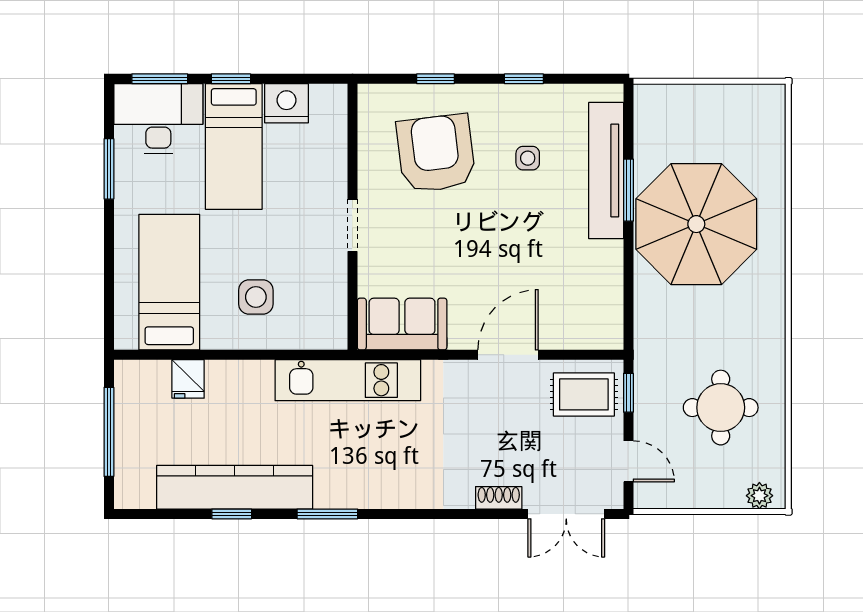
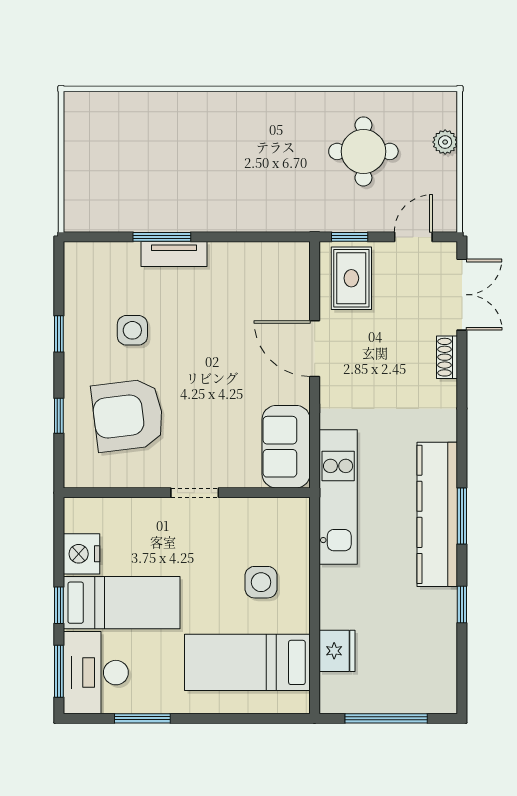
side table: (528, 158) -> (132, 330), width x1.37, depth x1.37
tv unit: (606, 171) -> (174, 254), width x0.52, depth x0.78
parasol: (696, 224) -> (193, 174), removed
fridge: (188, 379) -> (337, 651), width x1.38
kitchen counter: (235, 487) -> (437, 514), moved
plant: (759, 496) -> (445, 142), moved

